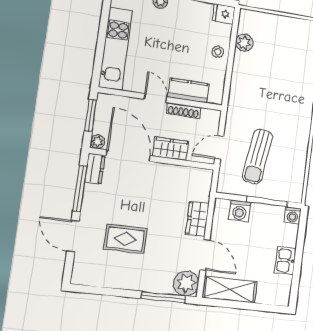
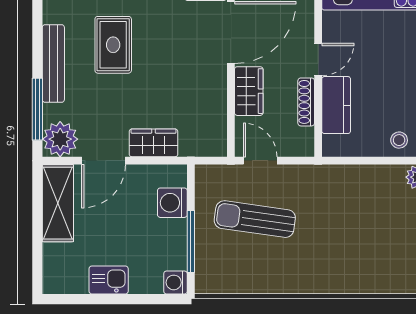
bench: (133, 283) -> (53, 64), added

